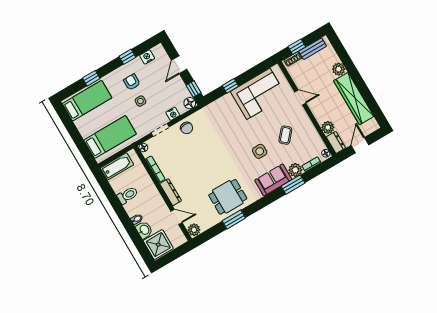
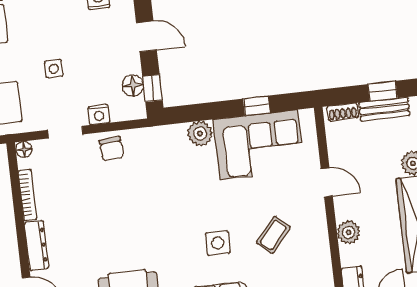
window: (297, 47) -> (383, 91), moved
door: (179, 65) -> (146, 36), swing flipped
armchair: (132, 82) -> (53, 30), removed
window: (230, 86) -> (257, 106), moved
plant: (227, 101) -> (200, 133), added
floor lamp: (190, 103) -> (133, 85), moved
plant: (328, 127) -> (349, 232), moved

